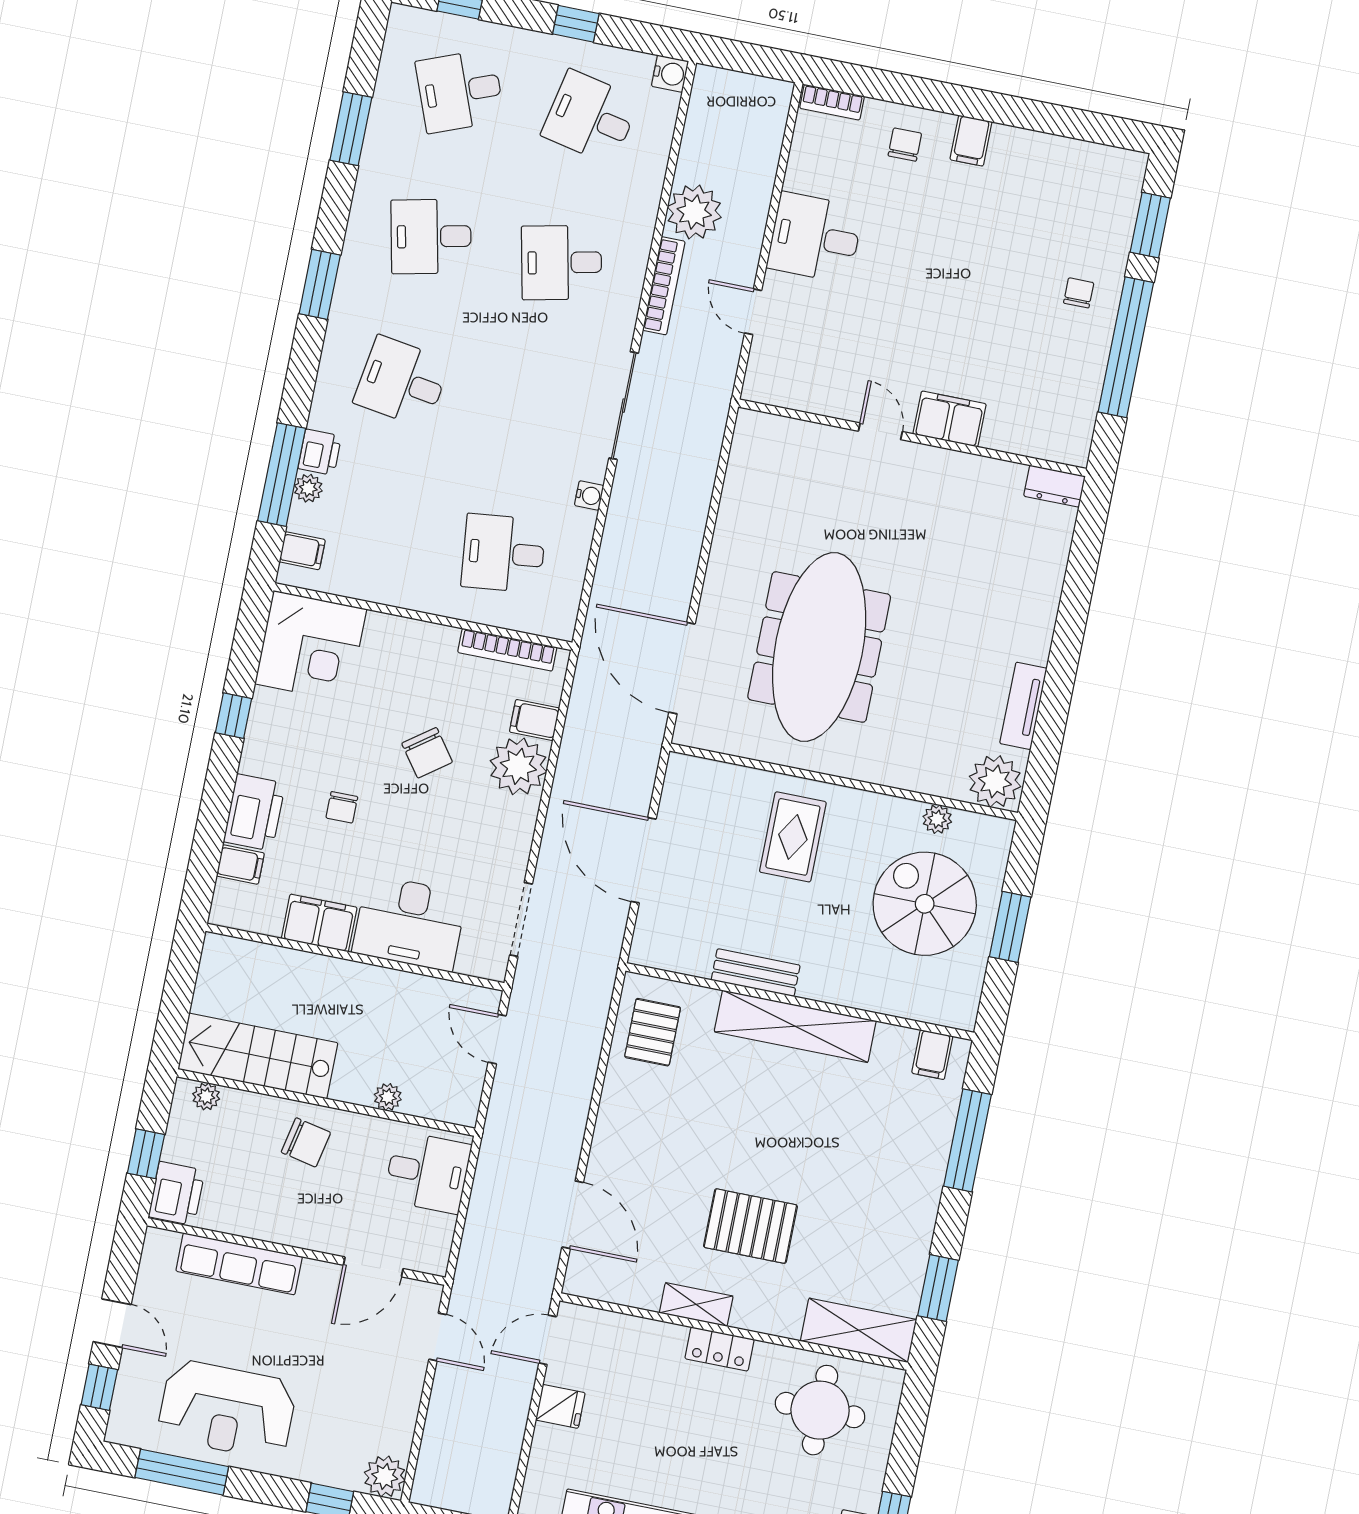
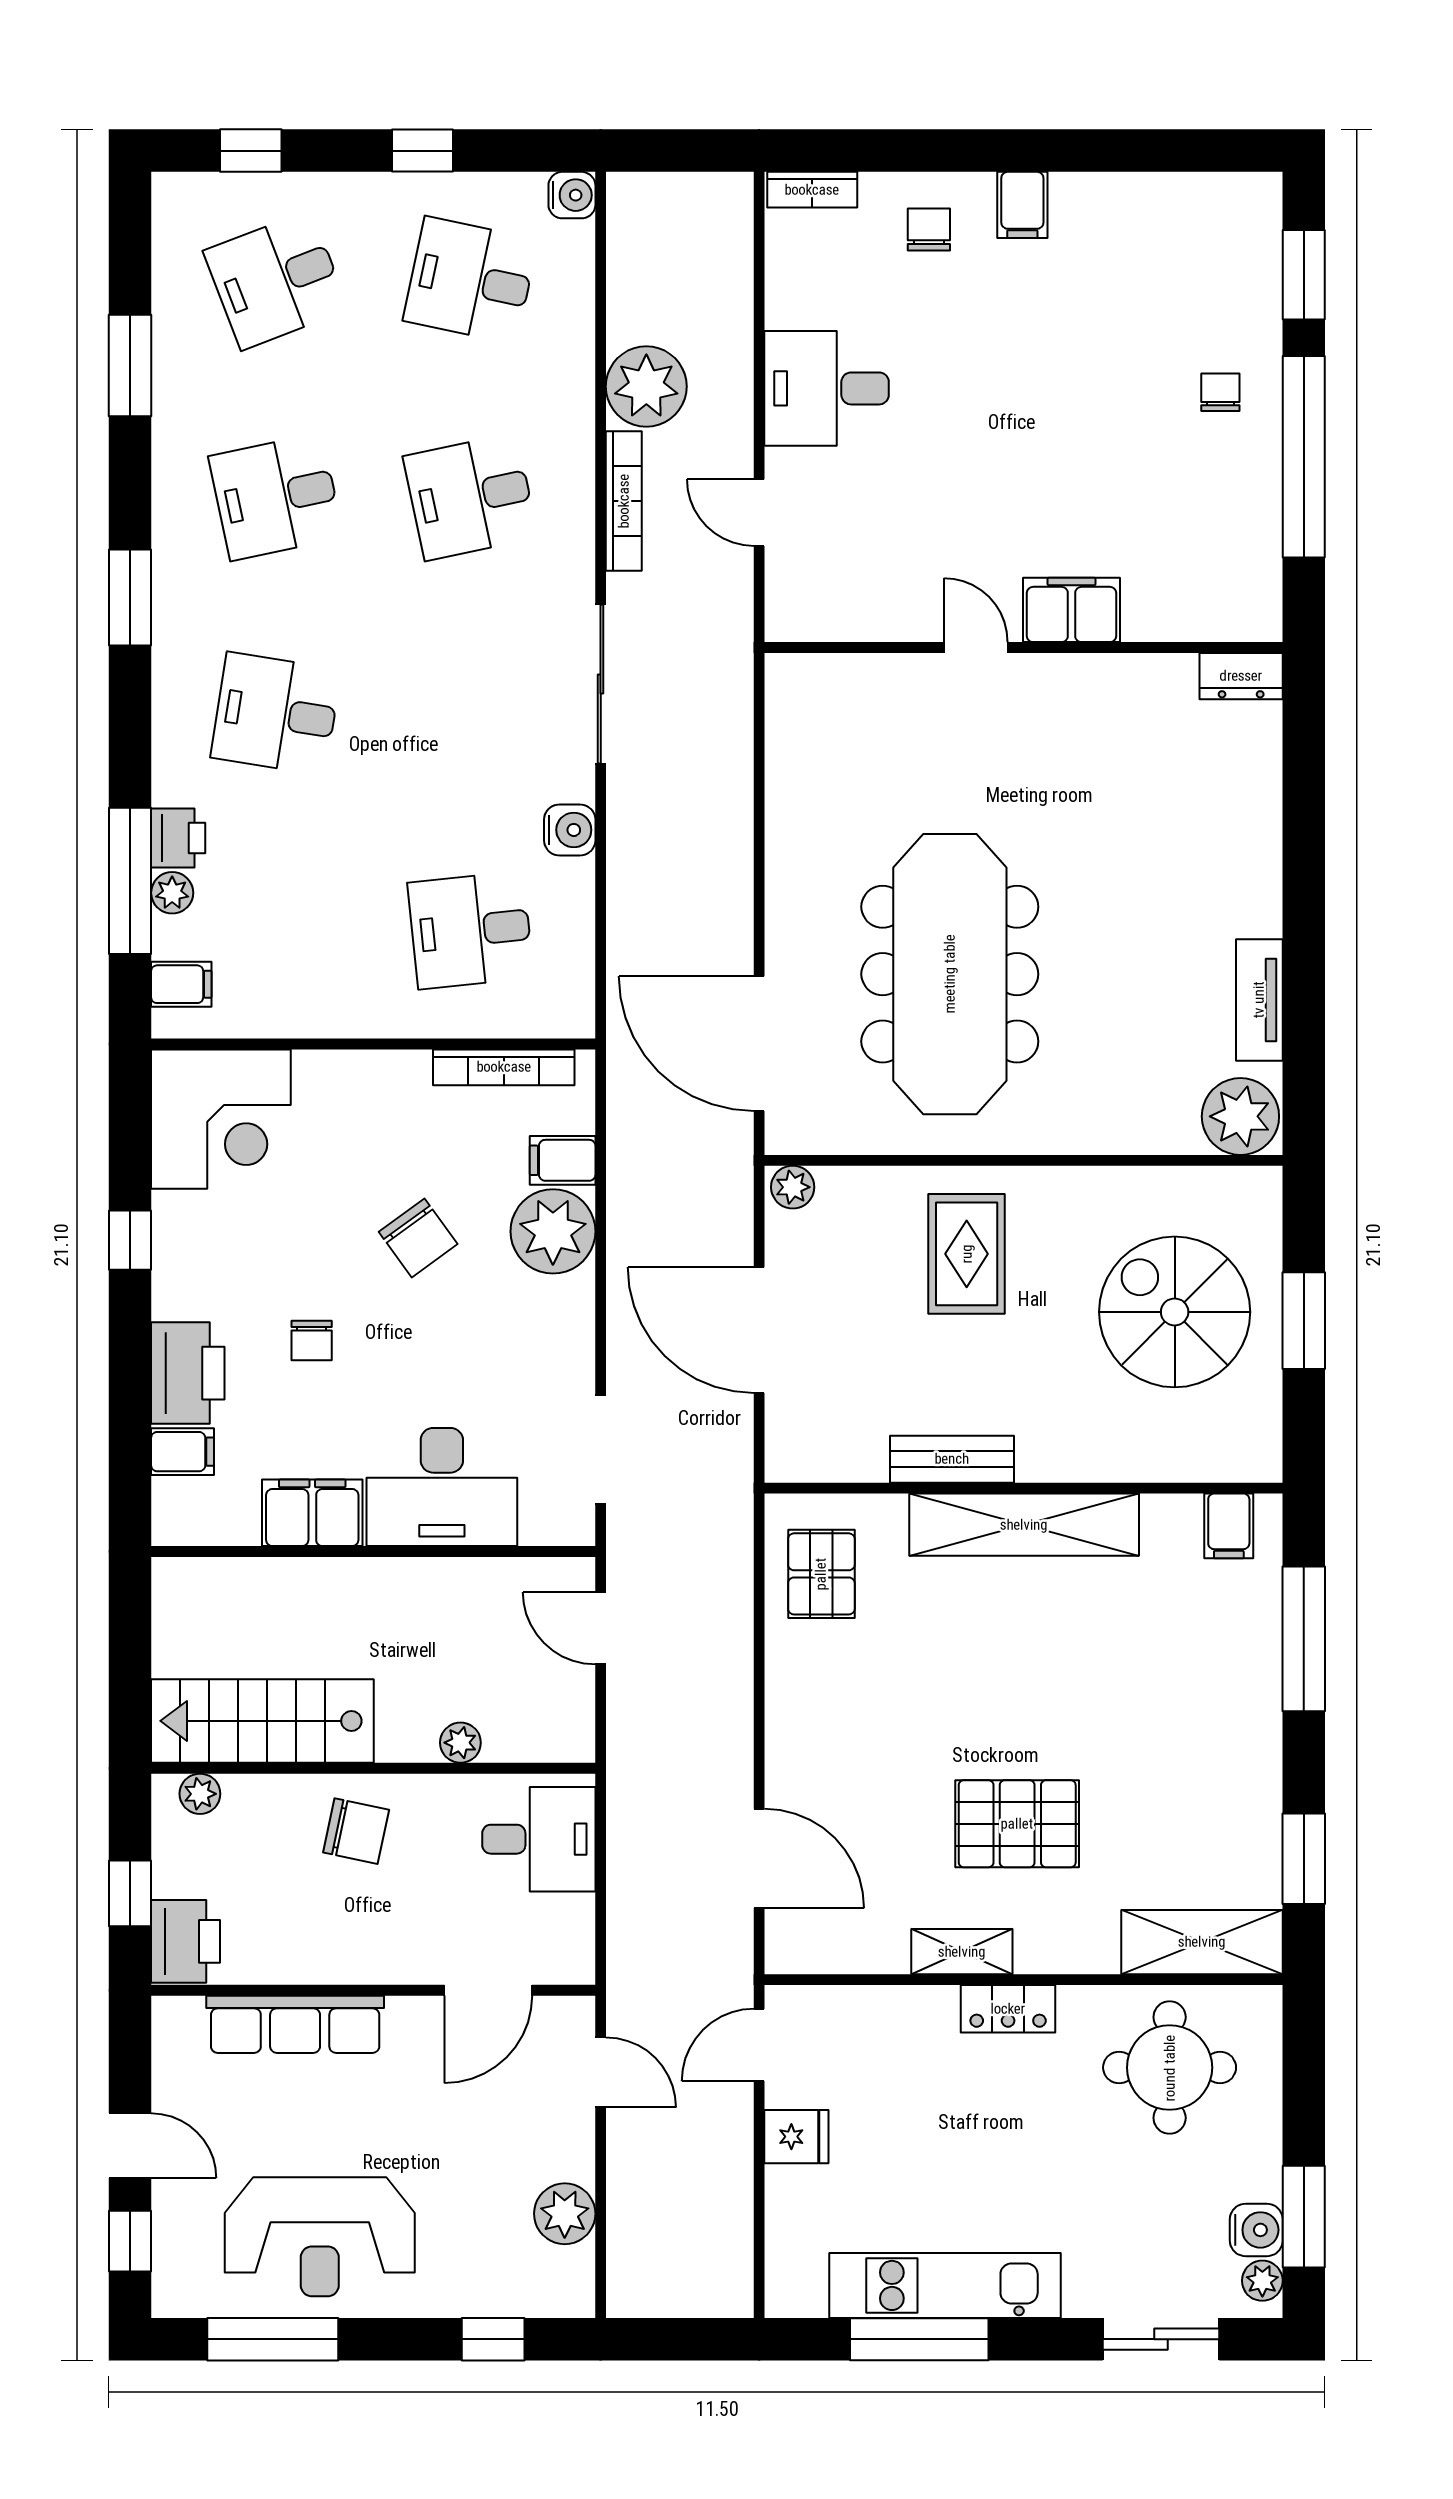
water cooler: (589, 496) -> (570, 830), width x1.38, depth x1.38
plant: (937, 819) -> (793, 1187), moved
plant: (385, 1476) -> (565, 2214), moved

